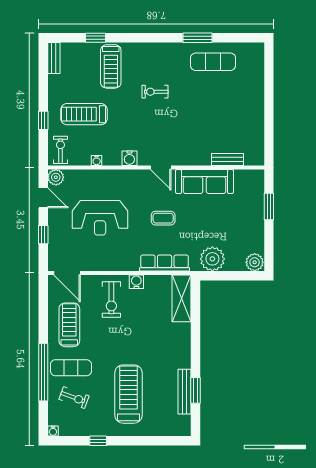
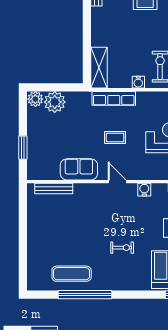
window: (197, 38) -> (85, 295), width x2.11
bench: (228, 159) -> (54, 189), width x1.36
sofa: (205, 181) -> (79, 169), width x0.73
plant: (212, 259) -> (55, 102), moved

